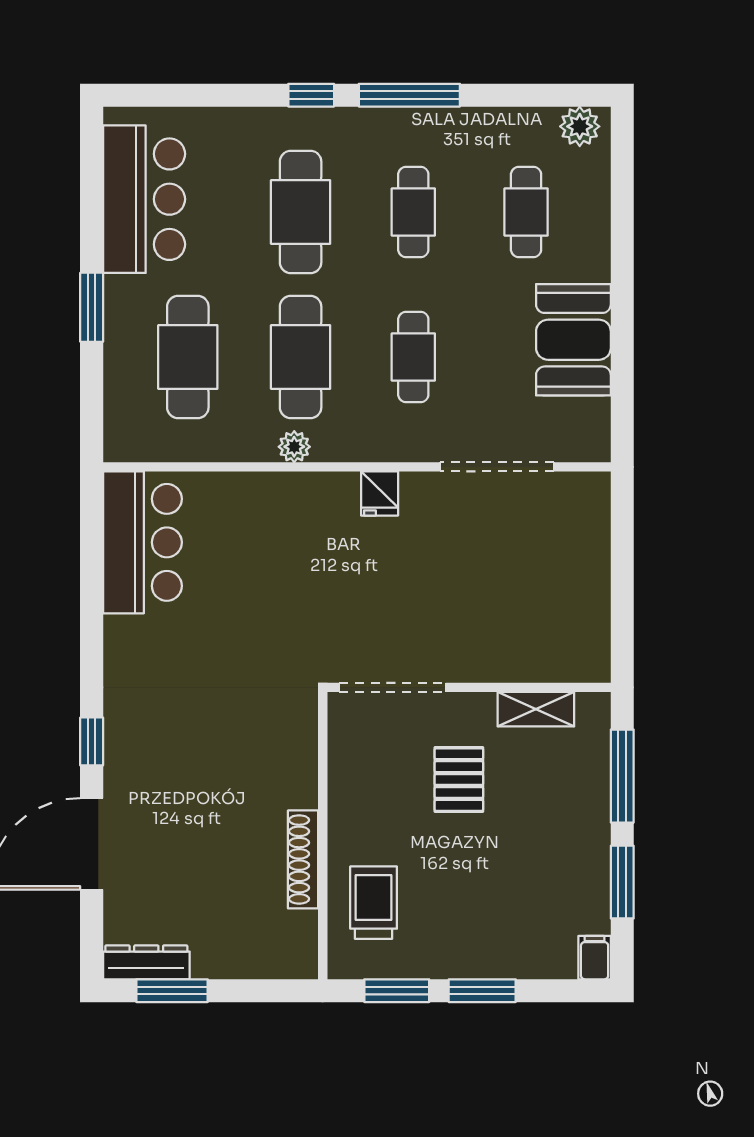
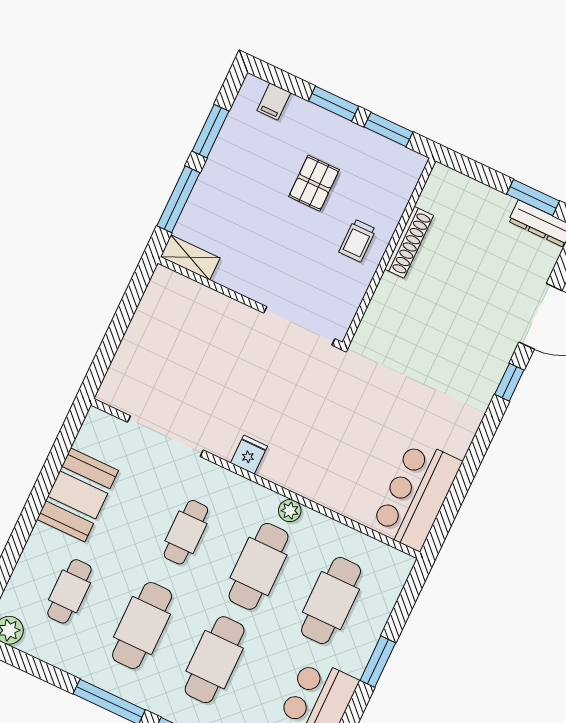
cafe table: (413, 212) -> (142, 626), width x1.37, depth x1.35
shelving: (536, 709) -> (190, 257), moved
pallet: (459, 780) -> (314, 183), moved
trolley: (374, 903) -> (357, 241), moved, width x0.73, depth x0.72
filing cabinet: (595, 958) -> (274, 102), moved

